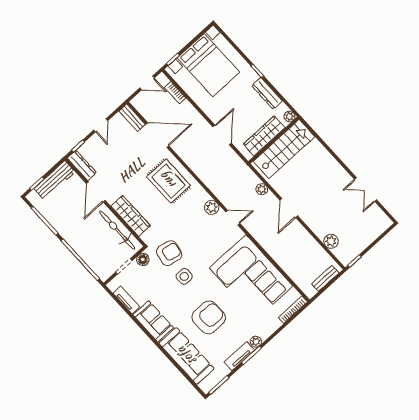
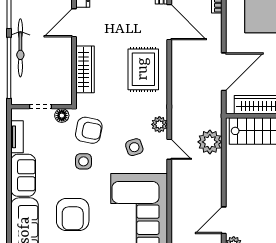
door: (222, 135) -> (224, 72), width x1.36
plant: (262, 189) -> (210, 142), width x1.87, depth x1.87
door: (289, 208) -> (224, 220), moved
bicycle: (117, 230) -> (20, 48), moved, turned 180
side table: (209, 237) -> (134, 147), added
armchair: (209, 317) -> (73, 214), turned 90

